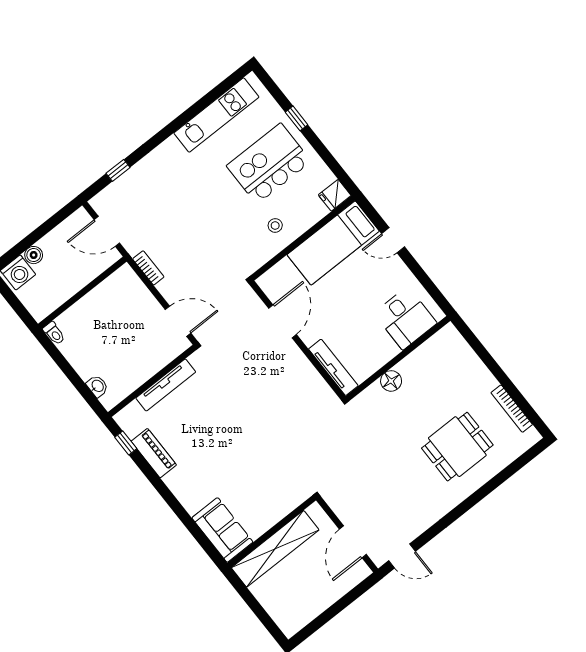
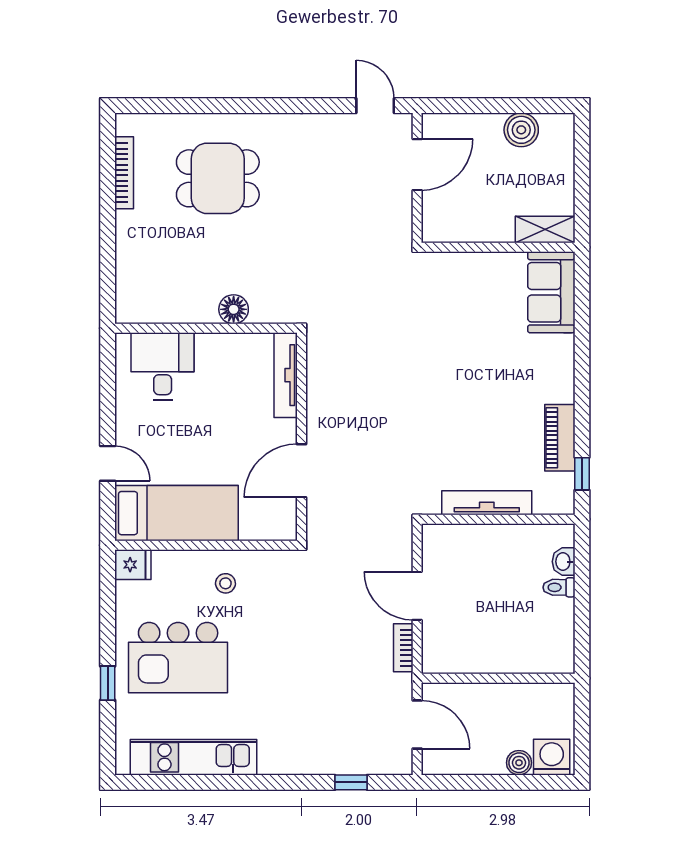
door: (178, 321) -> (417, 596), moved
toilet: (54, 333) -> (559, 587), moved, turned -90
shelving: (275, 549) -> (545, 230), width x0.45, depth x0.75
boiler: (310, 607) -> (521, 130), added

